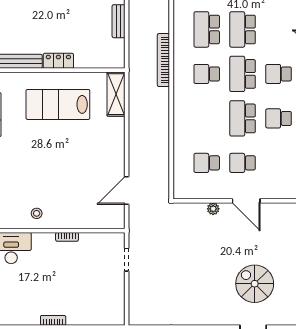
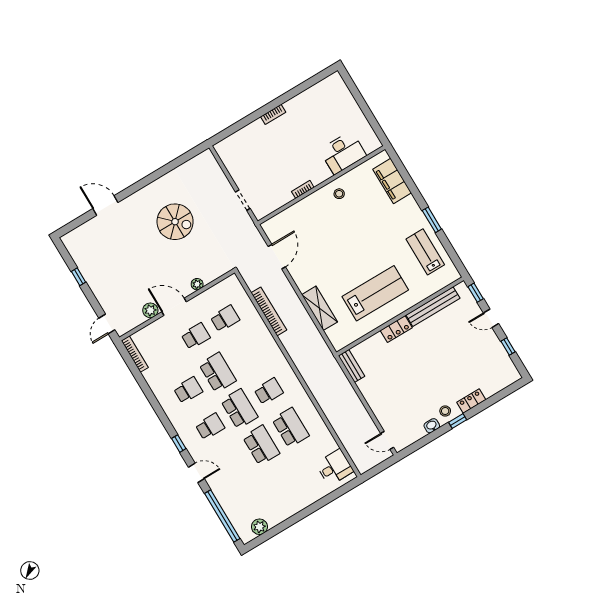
bench: (119, 21) -> (351, 366), moved
bookcase: (163, 60) -> (269, 311), moved
shelving: (116, 94) -> (320, 308), moved
plant: (269, 211) -> (150, 310), added
spiral stairs: (255, 284) -> (175, 222), moved

